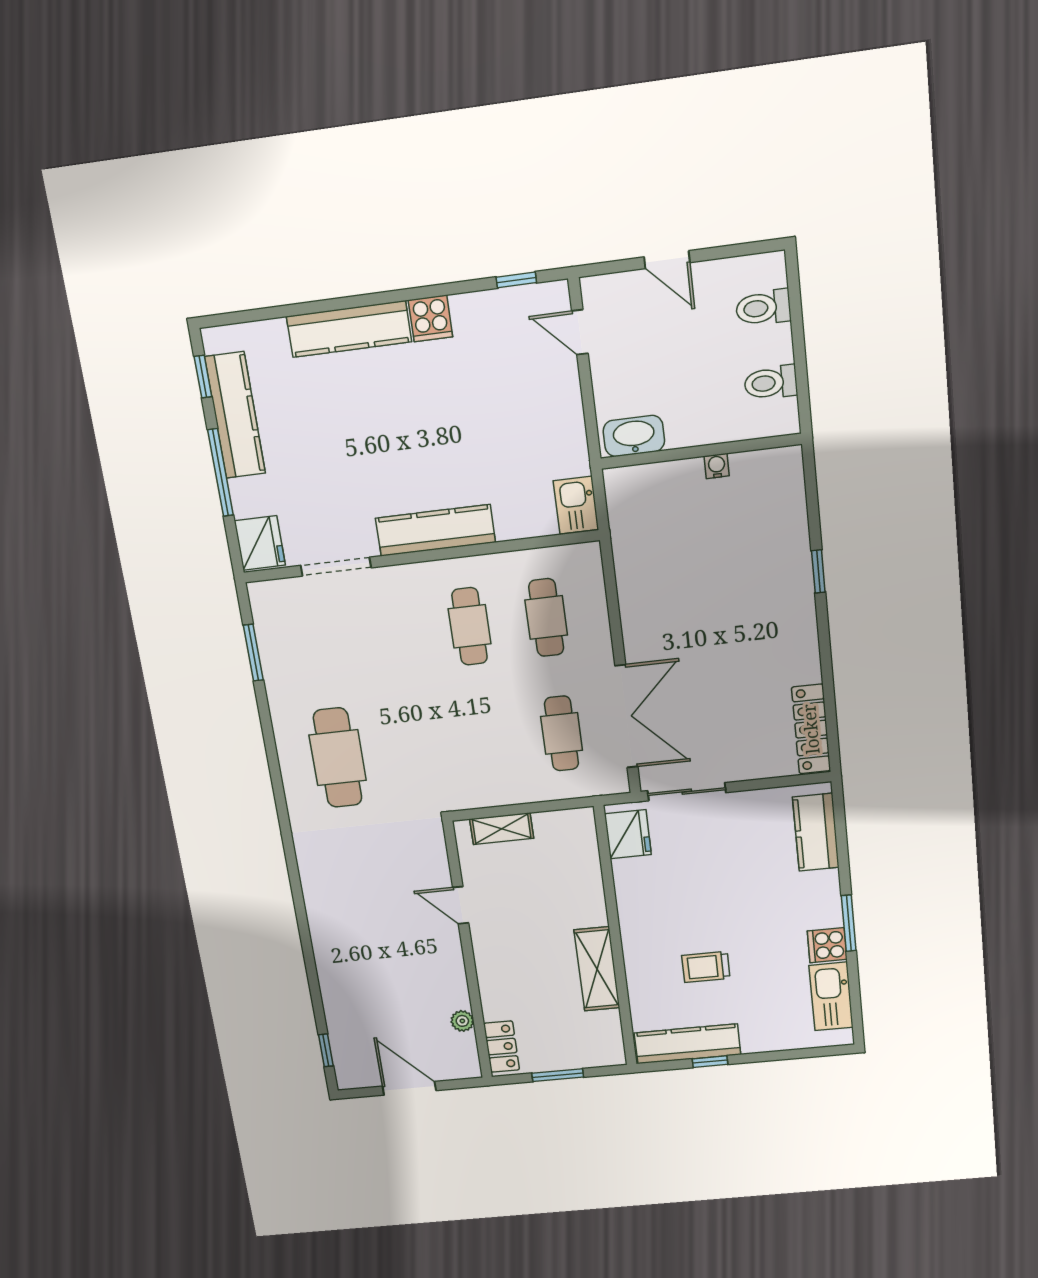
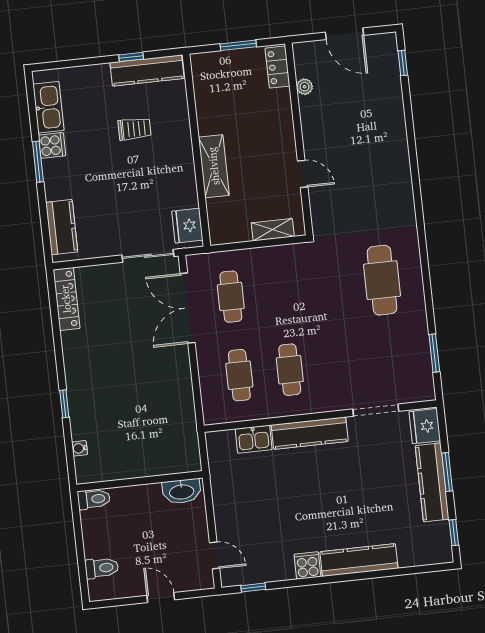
toilet: (771, 383) -> (94, 499), moved
kitchen counter: (235, 415) -> (432, 482), moved
water cooler: (717, 466) -> (80, 448), moved, turned 90
window: (221, 473) -> (447, 472), width x0.69
kitchen sink: (576, 505) -> (254, 439), moved, turned 90
shelving: (597, 969) -> (214, 166), moved

